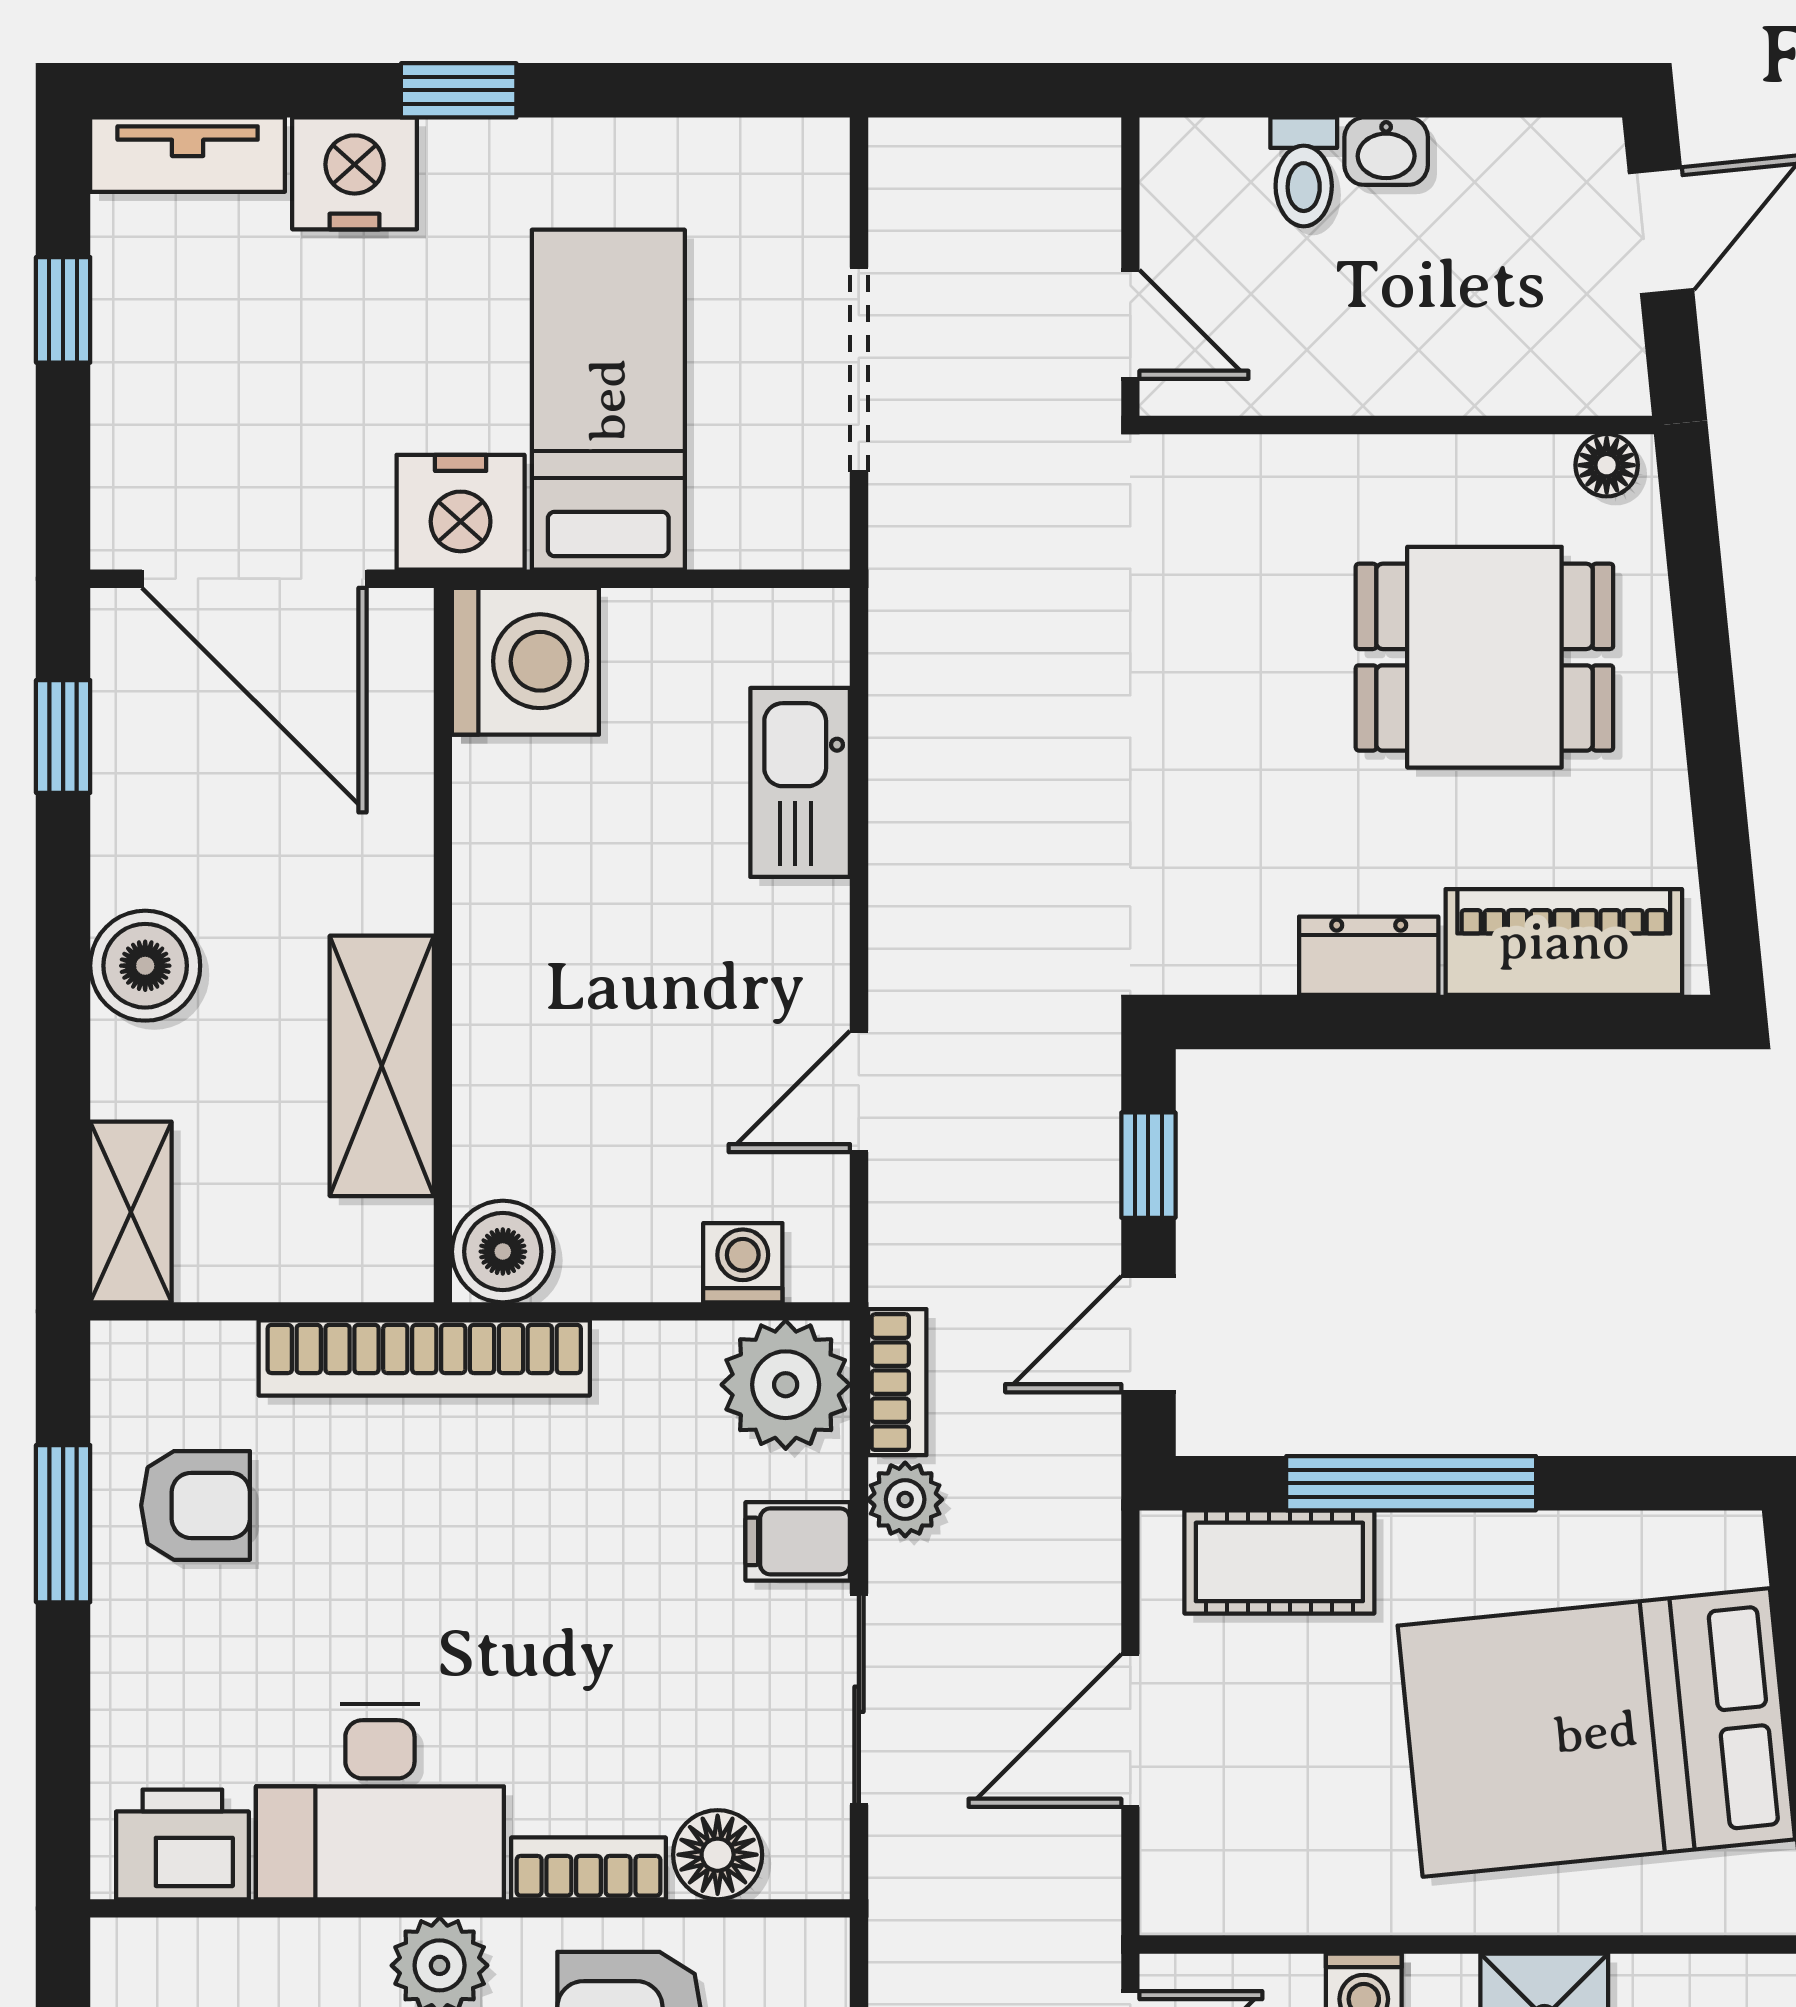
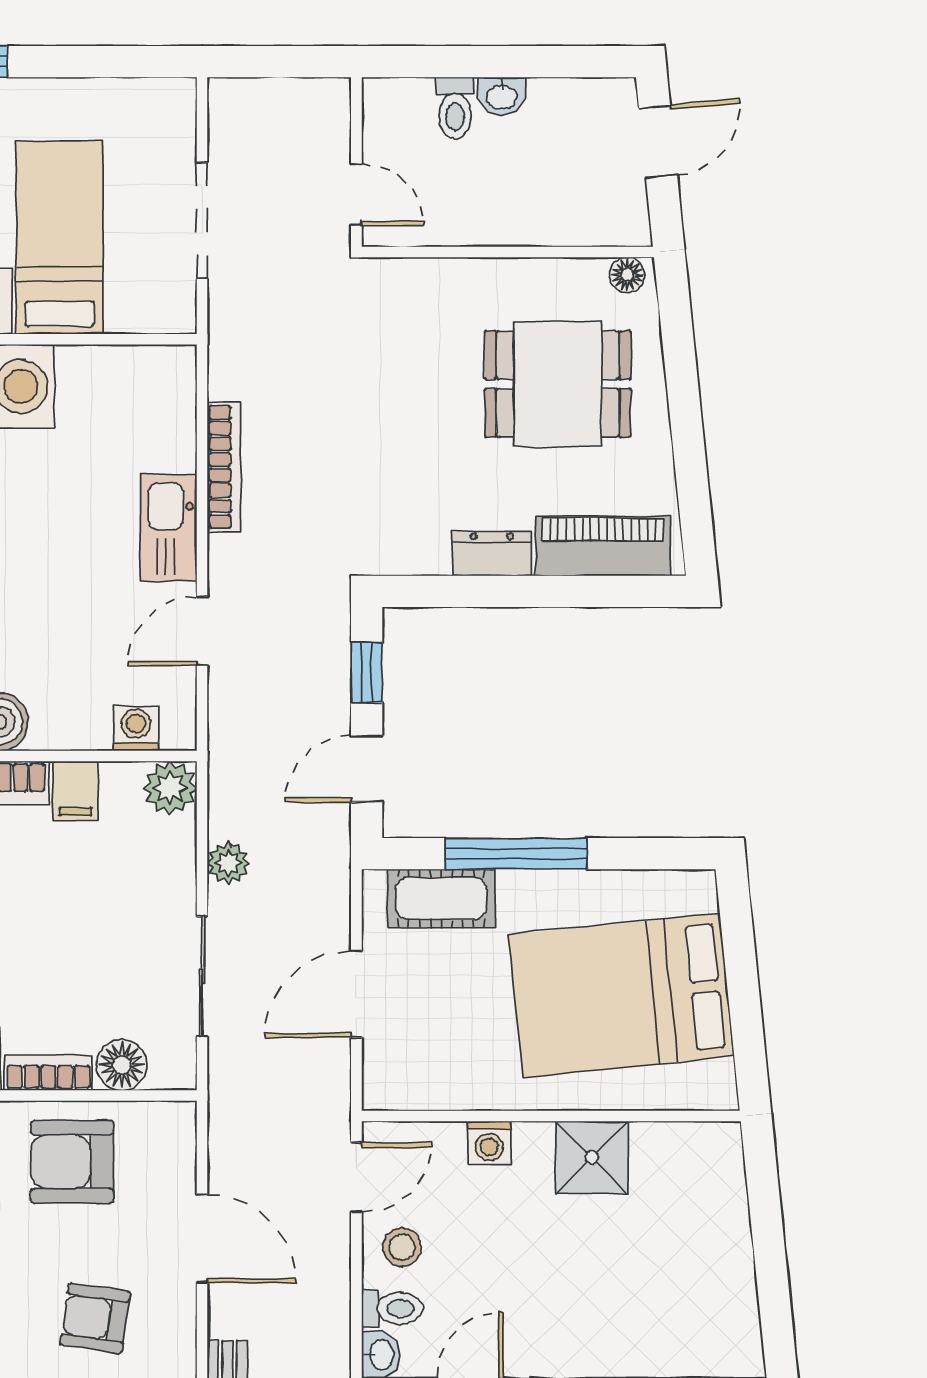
kitchen sink: (800, 782) -> (169, 528), moved
bookcase: (897, 1382) -> (224, 467), moved, width x1.56
plant: (786, 1385) -> (170, 788), width x0.73, depth x0.73
filing cabinet: (798, 1541) -> (75, 791), moved, turned -90

